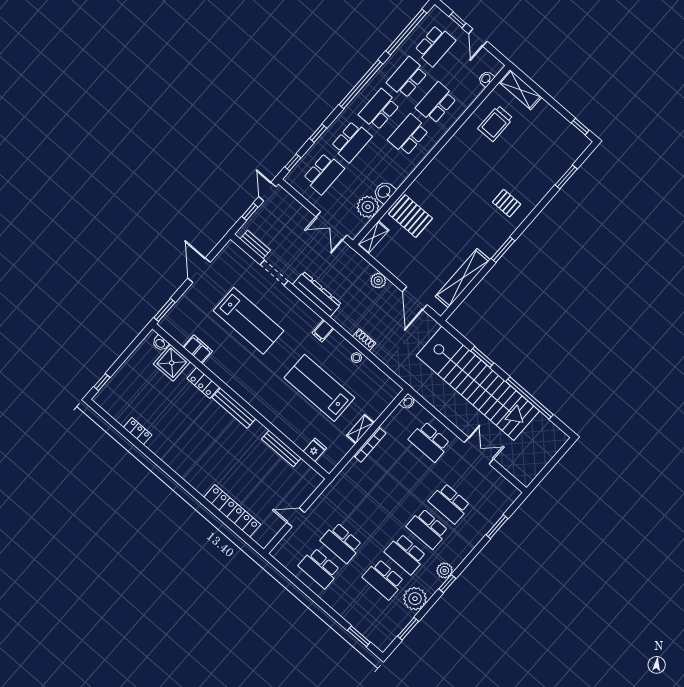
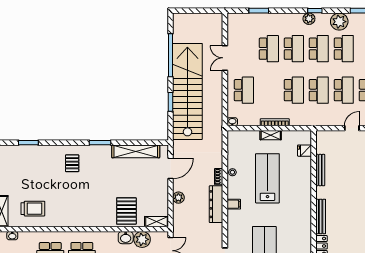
dresser: (317, 294) -> (216, 204), moved
lab bench: (319, 388) -> (267, 178), turned 180
school desk: (385, 492) -> (294, 90), added
door: (296, 517) -> (352, 128), swing flipped
school desk: (363, 517) -> (319, 90), added

